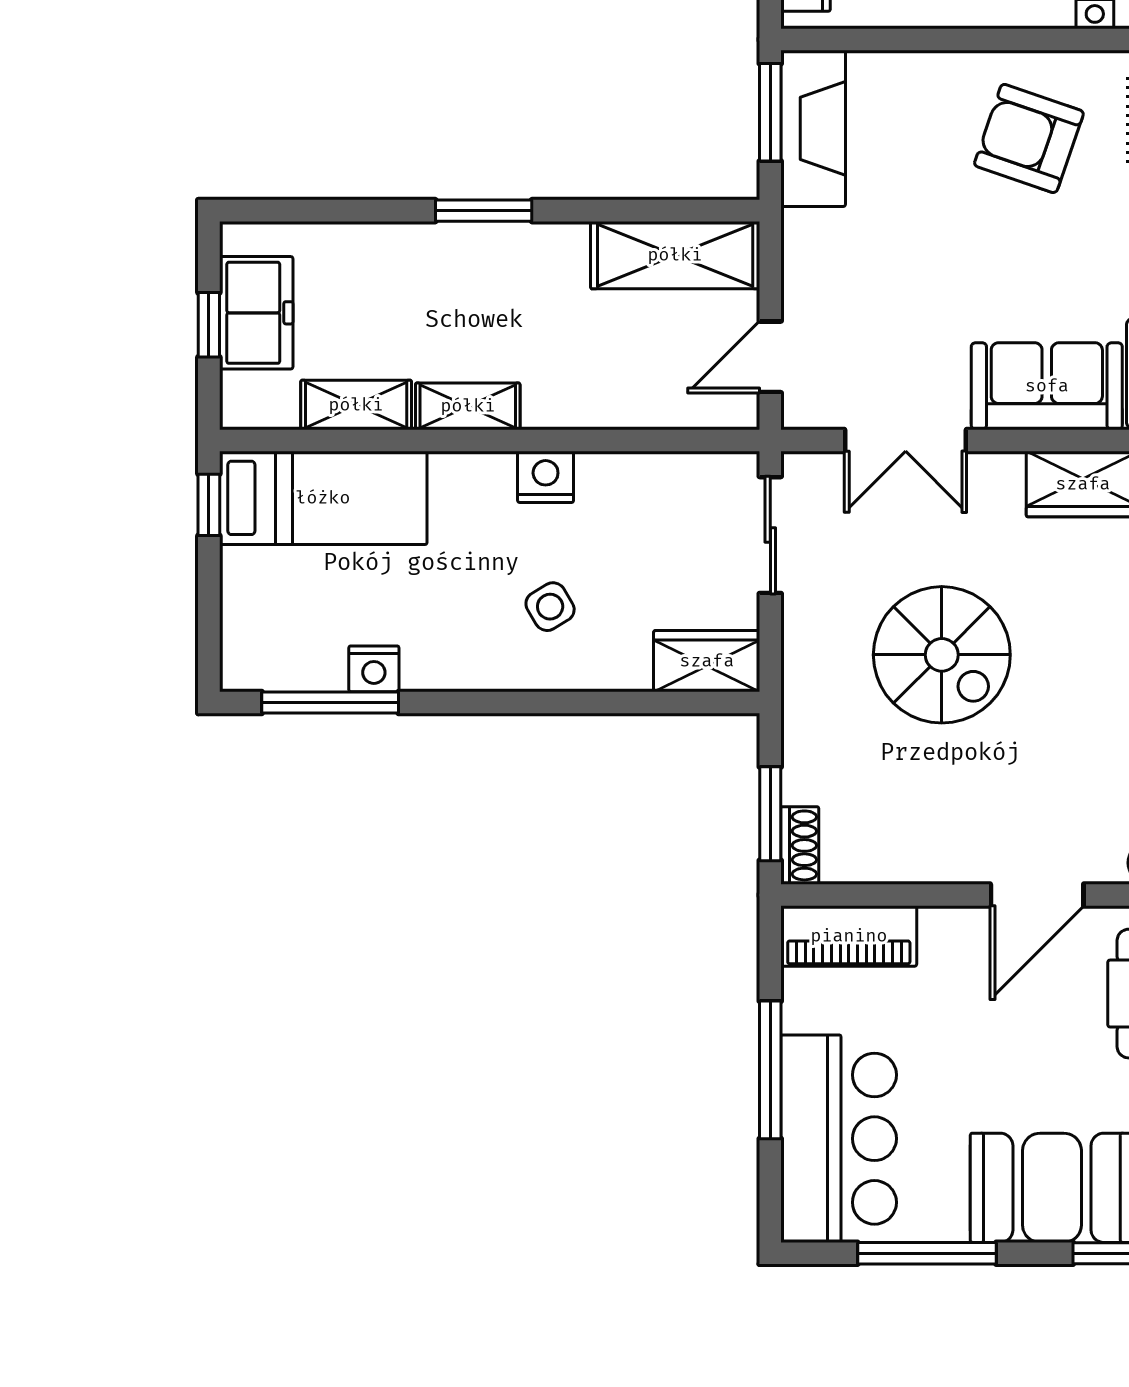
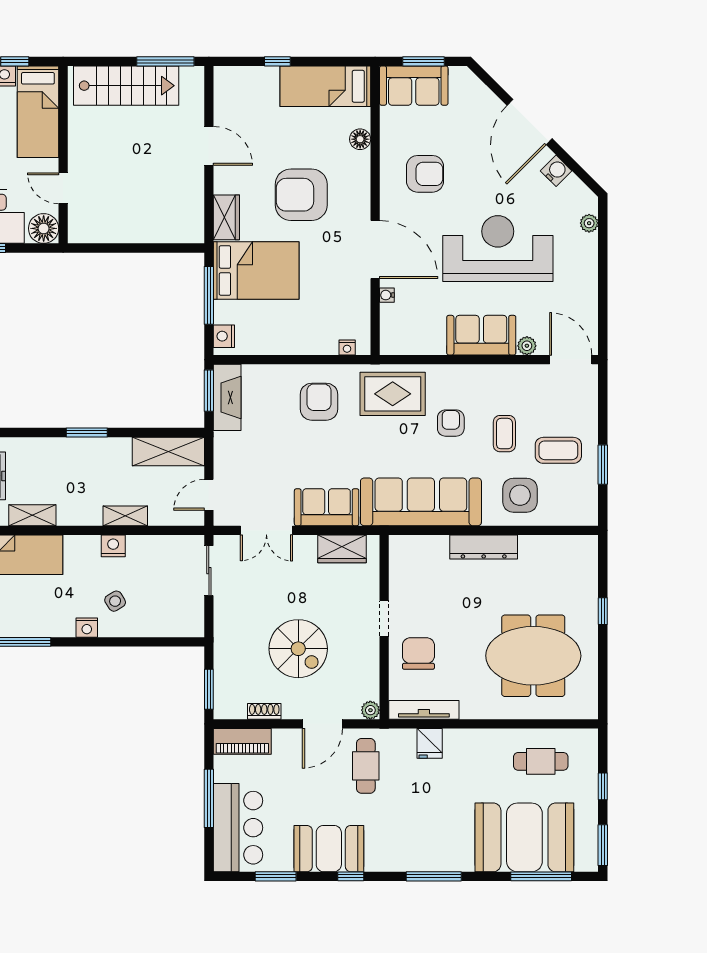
armchair: (1029, 138) -> (319, 402), turned 71
shelving: (468, 406) -> (125, 516), moved
spiral stairs: (942, 655) -> (298, 649), moved
wardrobe: (707, 661) -> (182, 624), removed
nightstand: (374, 669) -> (87, 628), moved
shoe rack: (800, 845) -> (264, 711), moved, turned -90
window: (927, 1253) -> (276, 876), width x0.69

